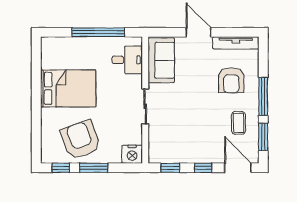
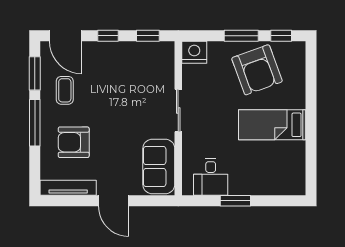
window: (98, 32) -> (235, 201), width x0.47
desk: (127, 60) -> (211, 177), moved, turned -90
armchair: (231, 80) -> (74, 142), turned -90
bed: (68, 88) -> (272, 125), width x0.67

